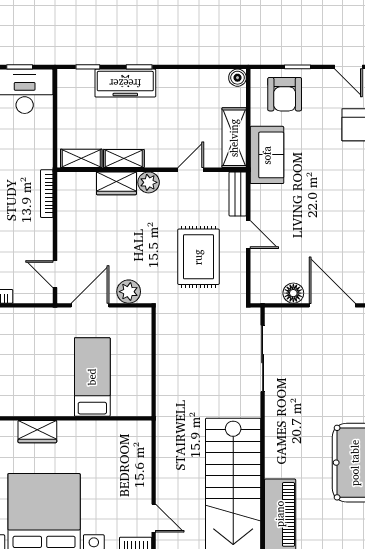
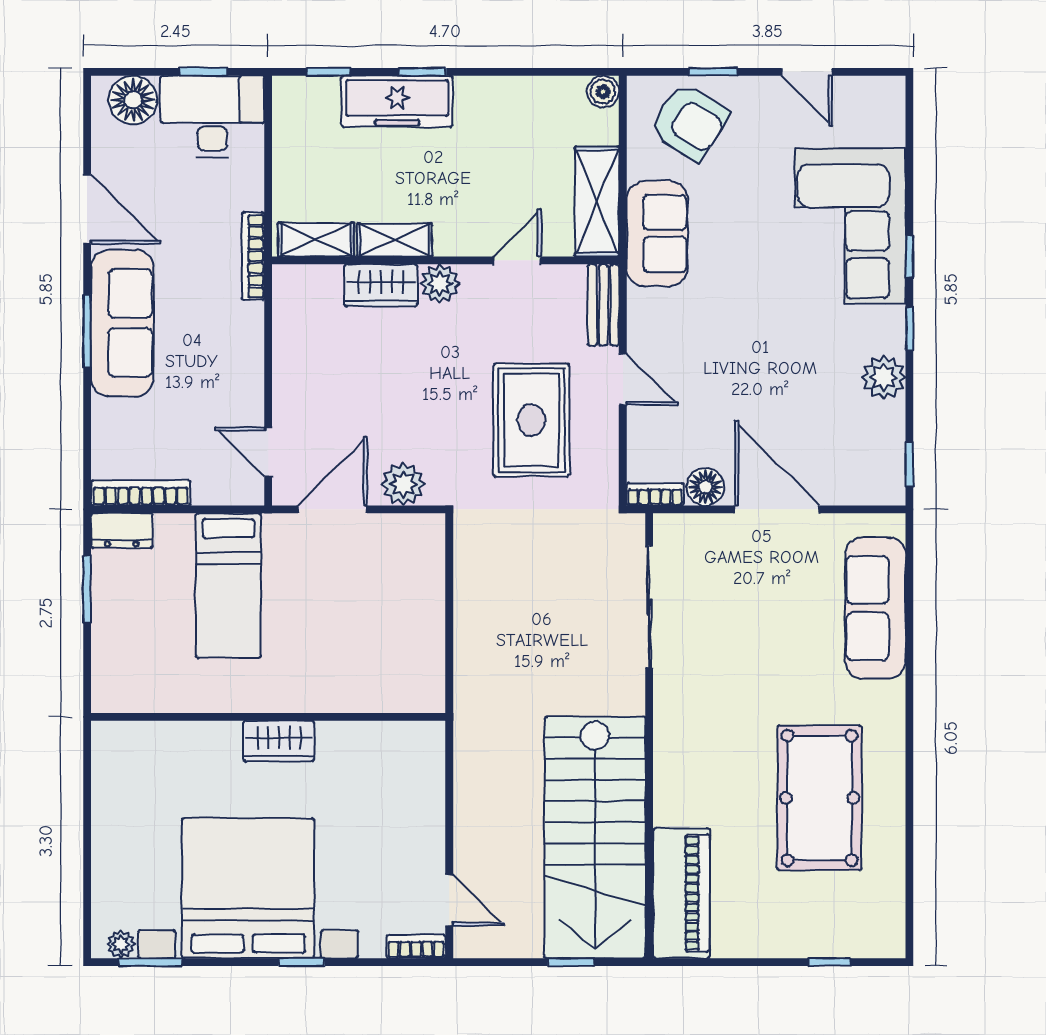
armchair: (285, 94) -> (690, 122), turned -58
bookcase: (47, 194) -> (253, 256), moved
bookcase: (266, 297) -> (655, 494), added
bed: (92, 377) -> (229, 586), moved, turned 180
wardrobe: (37, 432) -> (279, 741), moved

